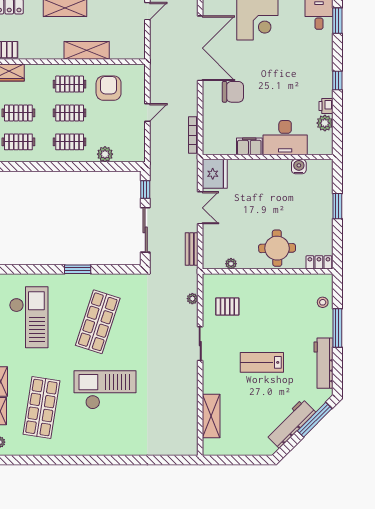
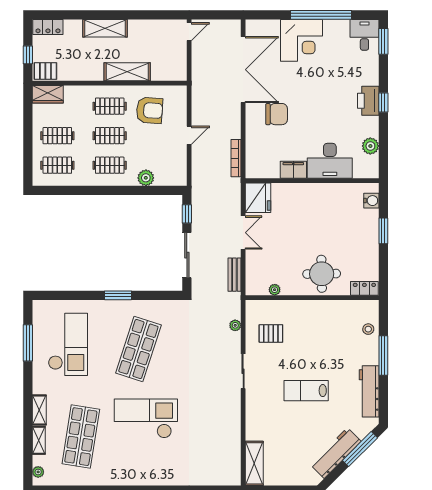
armchair: (109, 88) -> (149, 110), turned 94
printer: (326, 106) -> (368, 101), moved, width x1.87, depth x1.48
water cooler: (299, 167) -> (371, 201), moved, turned 90
shelving: (211, 416) -> (254, 463), moved

